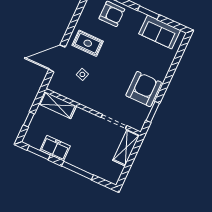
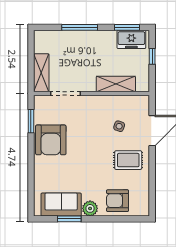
window: (148, 13) -> (69, 219), moved
plant: (137, 18) -> (90, 208), added
shelving: (58, 105) -> (116, 84), moved
freezer: (55, 148) -> (131, 39), moved

